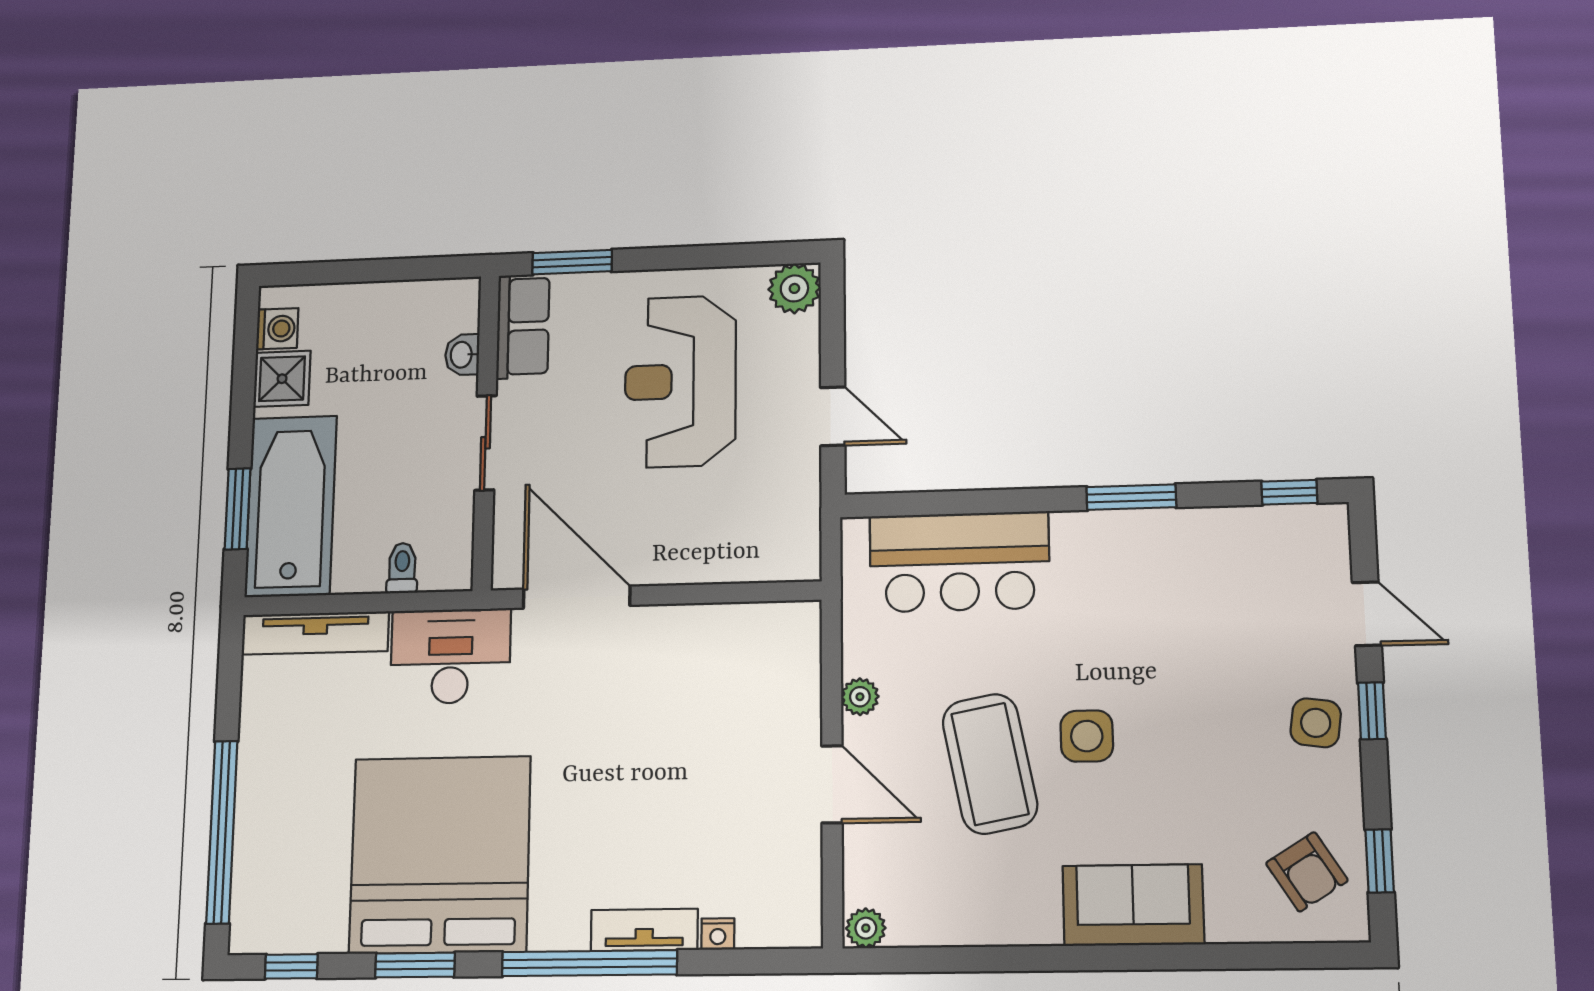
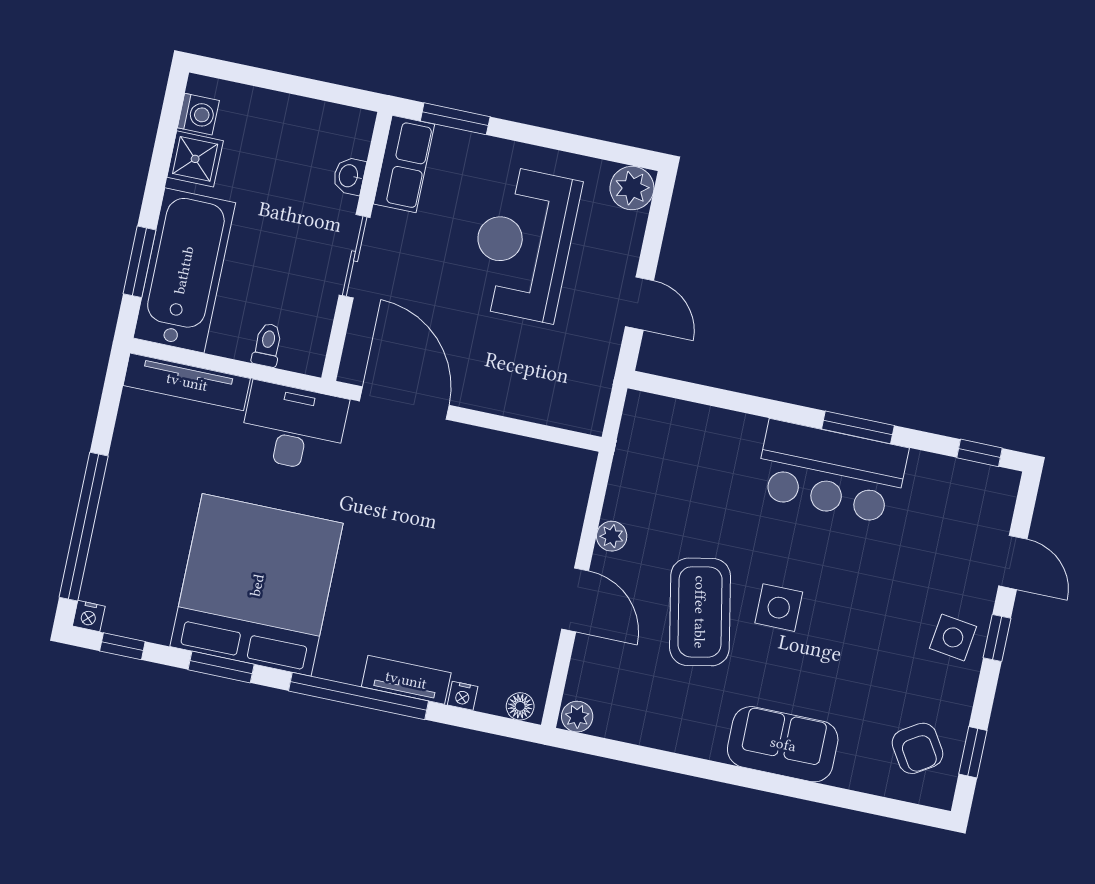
bar counter: (959, 562) -> (831, 472), moved
floor lamp: (792, 931) -> (520, 706), added
nightstand: (245, 938) -> (89, 616), added

